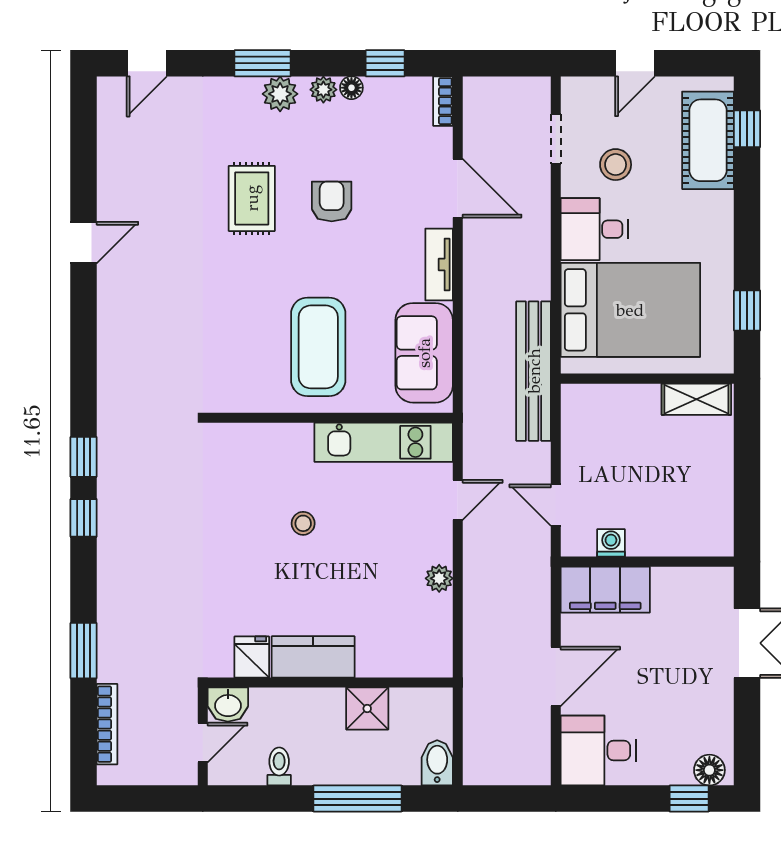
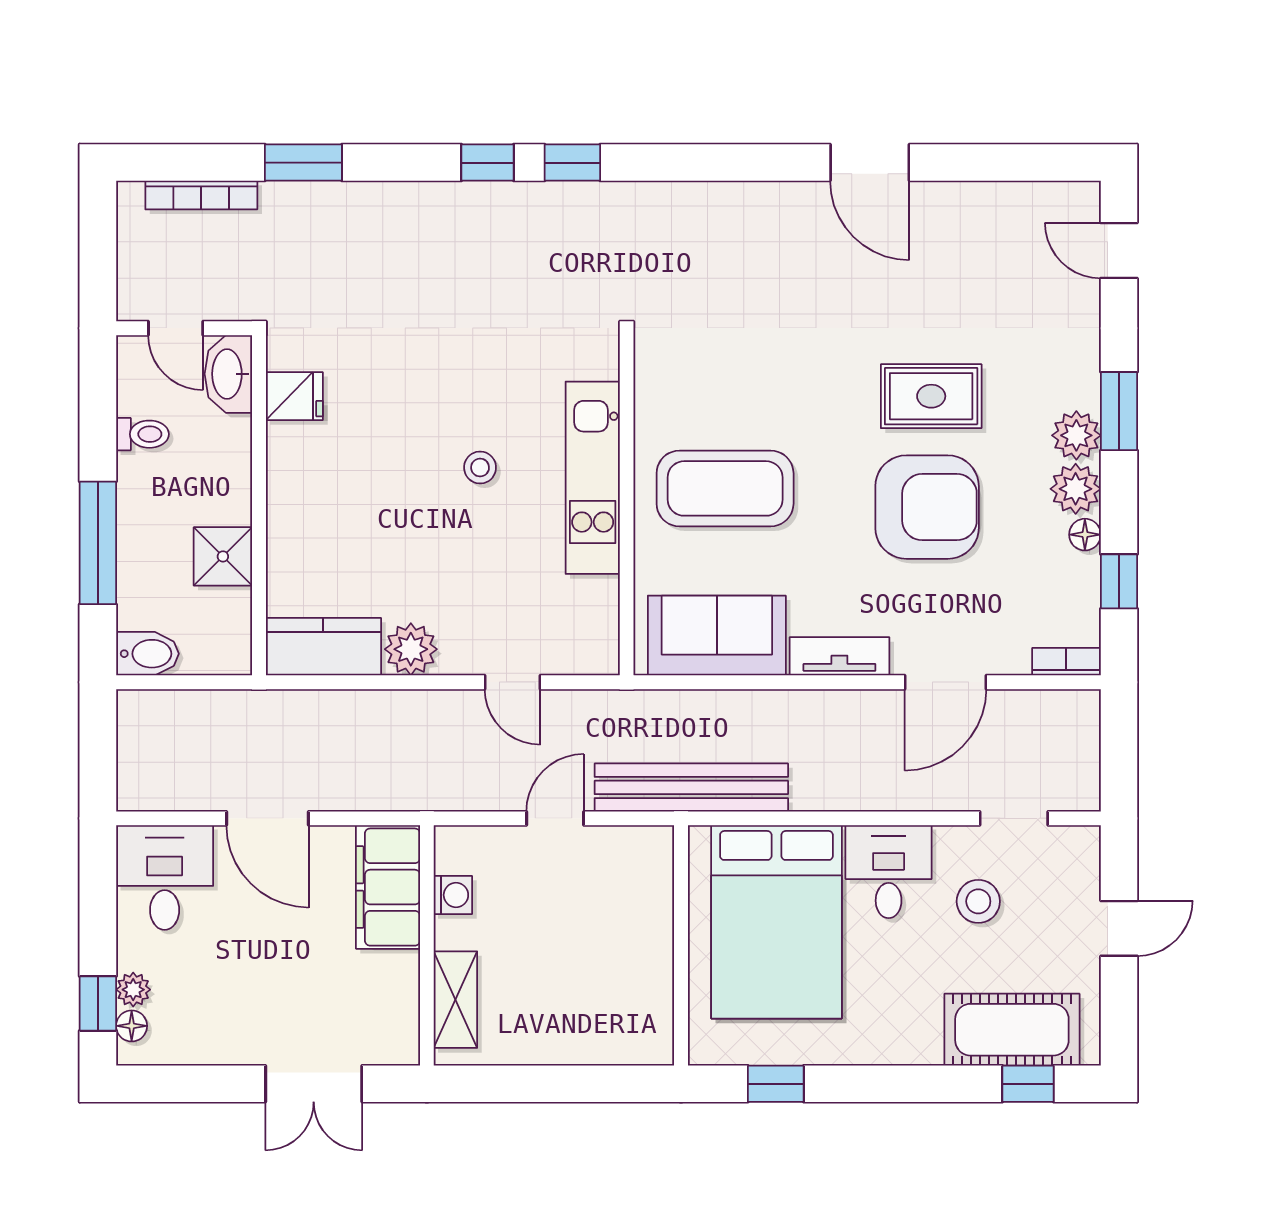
door: (635, 63) -> (1119, 928), swing flipped
plant: (323, 90) -> (1076, 489), width x1.38, depth x1.38
armchair: (332, 201) -> (927, 507), width x1.88, depth x1.88
door: (84, 243) -> (870, 163), width x1.38
shelving: (696, 399) -> (455, 1000), moved
kitchen unit: (384, 442) -> (593, 478), moved
door: (556, 505) -> (555, 818), moved
plant: (439, 578) -> (411, 649), width x1.38, depth x1.38
kitchen counter: (313, 657) -> (323, 647), moved, turned -90
washbasin: (228, 705) -> (228, 374), width x1.38
floor lamp: (709, 770) -> (132, 1026), width x0.73, depth x0.73
plant: (679, 773) -> (133, 990), added

